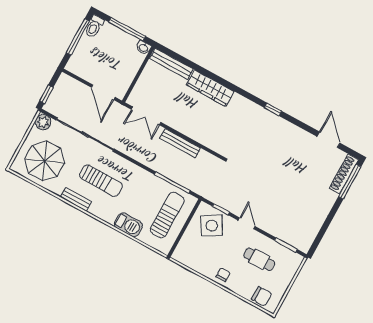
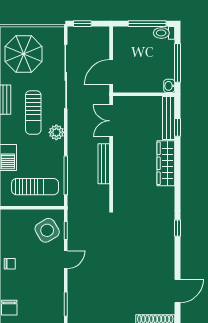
window: (184, 61) -> (177, 127), added
plant: (43, 122) -> (56, 132), moved
cafe table: (259, 259) -> (40, 288), removed

